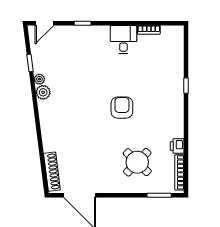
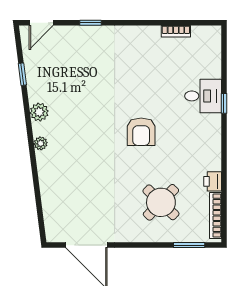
desk: (123, 39) -> (203, 96), moved, turned 90
plant: (39, 79) -> (41, 143), moved
armchair: (122, 108) -> (141, 132), turned 180
shoe rack: (52, 172) -> (51, 215), removed

